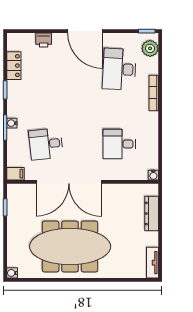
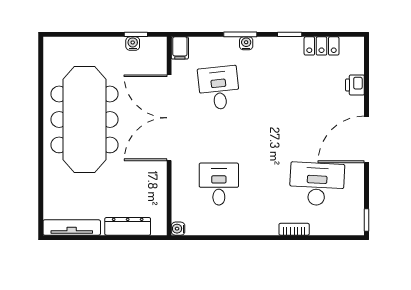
plant: (150, 48) -> (344, 224), removed
bookcase: (154, 93) -> (294, 229), width x0.64
tv unit: (152, 263) -> (72, 228), width x1.41
water cooler: (12, 273) -> (133, 44), moved

